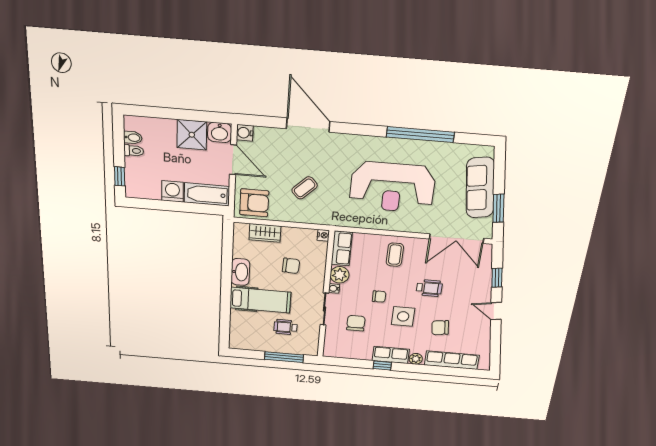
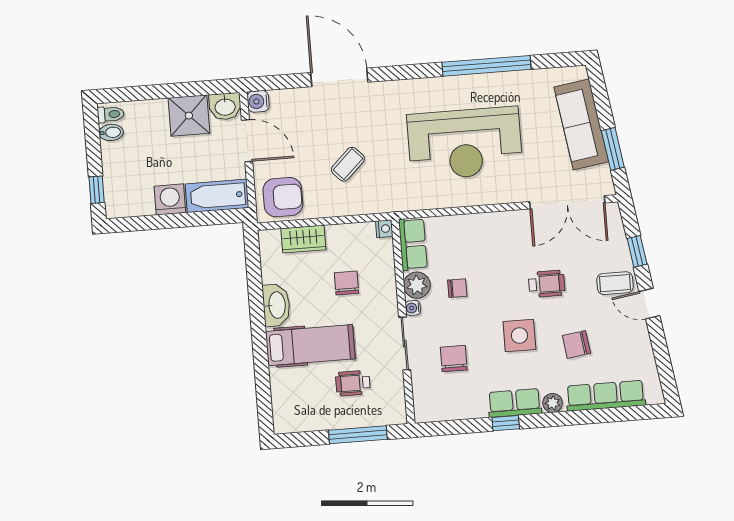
toilet: (134, 151) -> (111, 114), moved
coffee table: (395, 255) -> (615, 283), moved, turned 90
chair: (291, 266) -> (346, 283), turned -93
chair: (379, 297) -> (457, 288), moved

